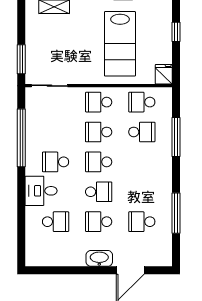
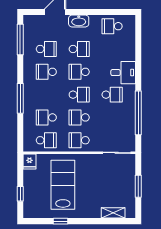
window: (21, 59) -> (138, 186), moved
school desk: (99, 102) -> (79, 140), turned 180
school desk: (99, 132) -> (79, 117), turned 180
window: (176, 137) -> (20, 98), moved
school desk: (142, 192) -> (46, 72), added
window: (176, 213) -> (20, 40), moved
school desk: (56, 222) -> (112, 26), moved

